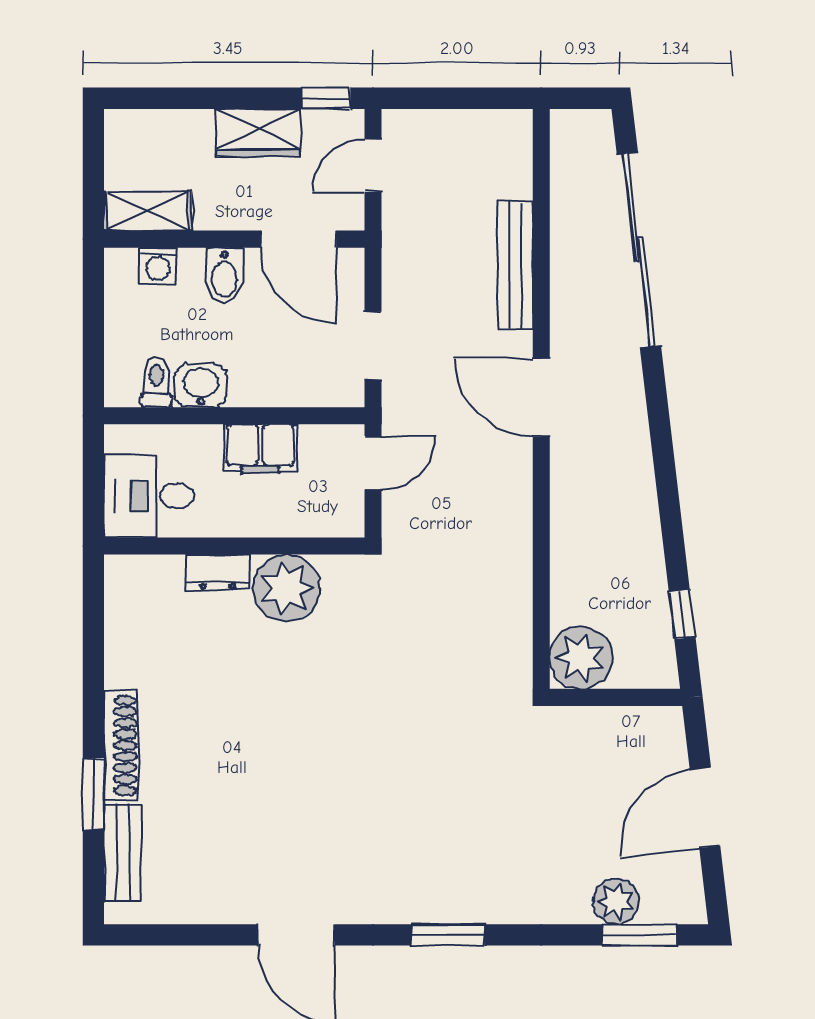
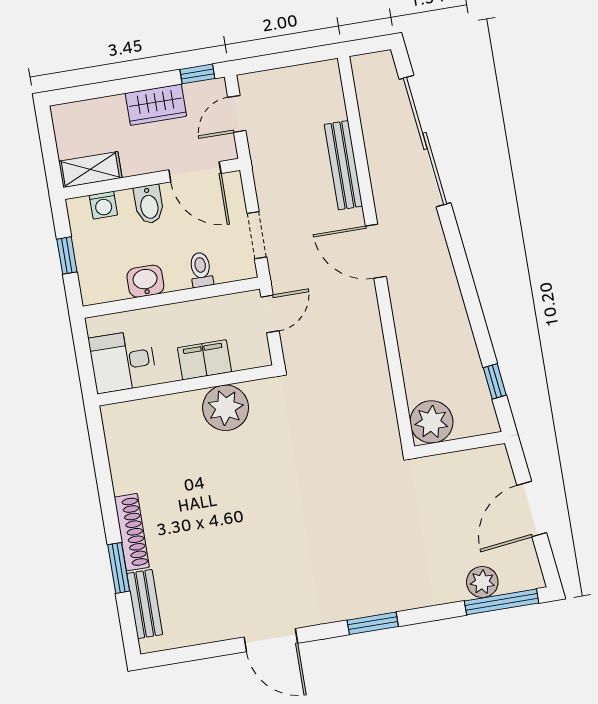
window: (93, 330) -> (67, 255), added
toilet: (156, 382) -> (201, 270), moved
filing cabinet: (260, 448) -> (204, 360), moved, turned 180
dresser: (218, 572) -> (178, 405), removed
window: (639, 935) -> (502, 602), width x1.44

